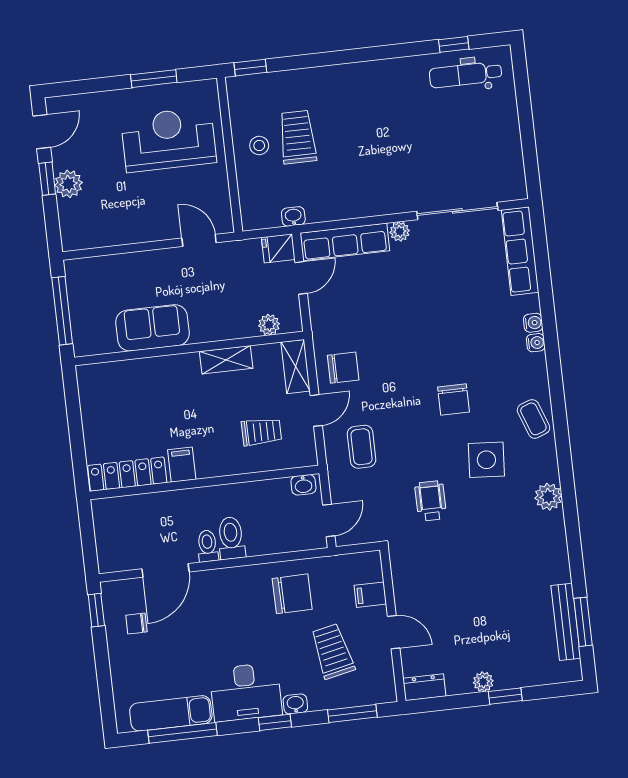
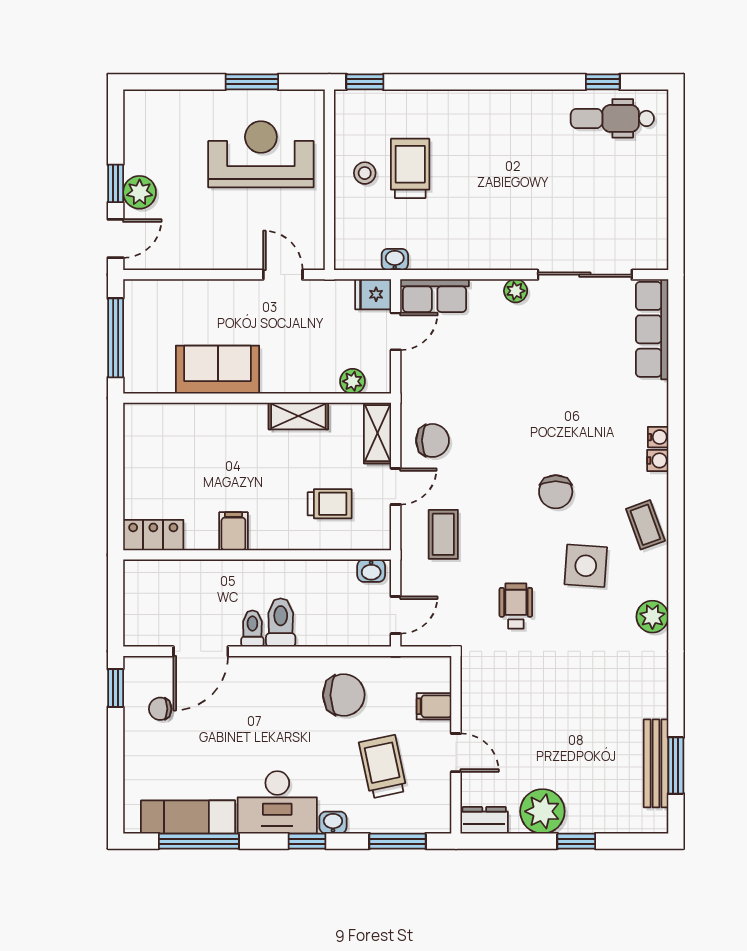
door: (42, 132) -> (116, 239), moved
row of seats: (345, 242) -> (435, 296), width x0.68
water cooler: (533, 323) -> (658, 460), moved
locker: (127, 474) -> (153, 535), width x0.66
plant: (483, 682) -> (542, 811), width x1.88, depth x1.88

